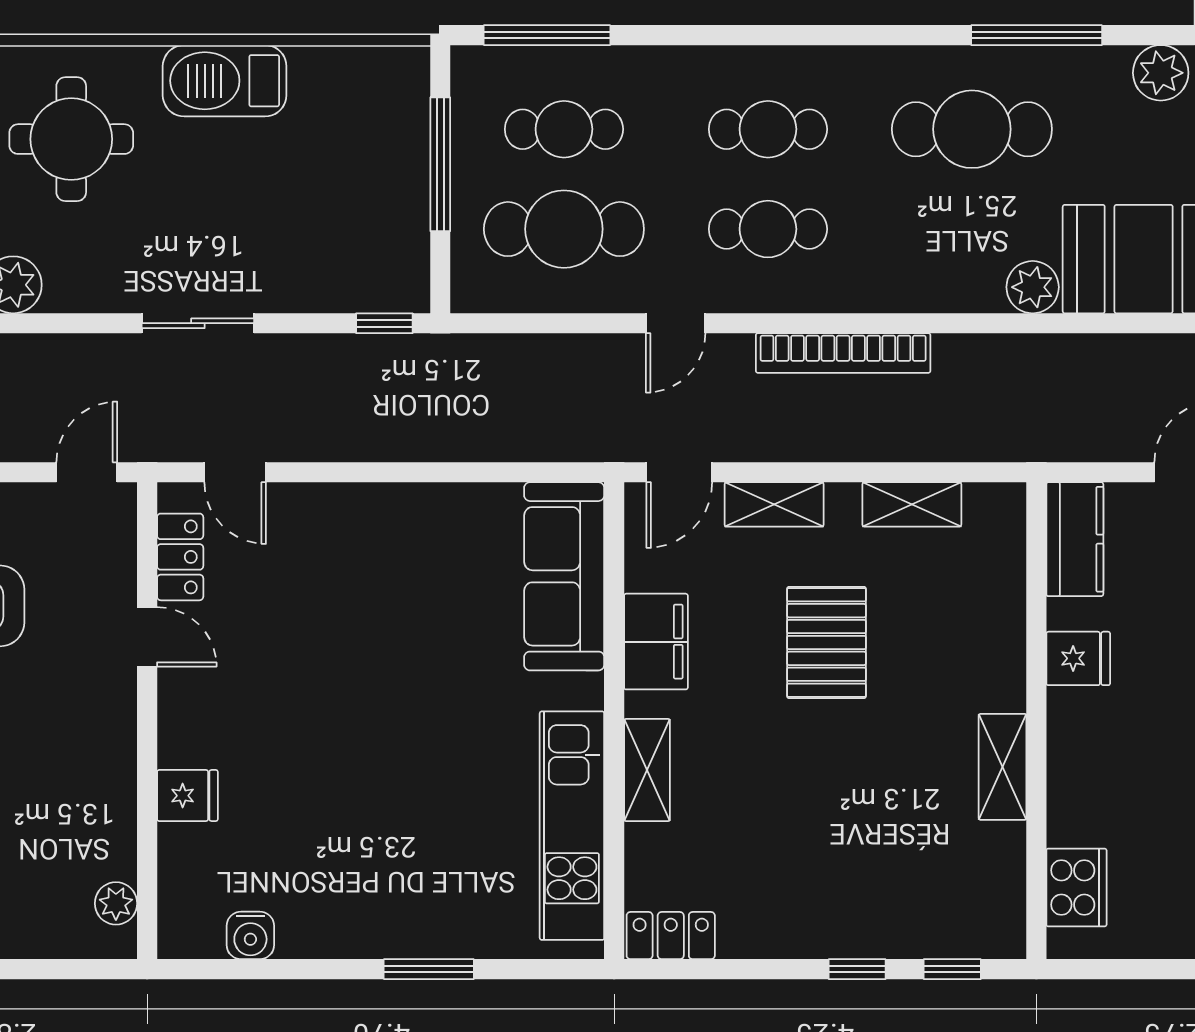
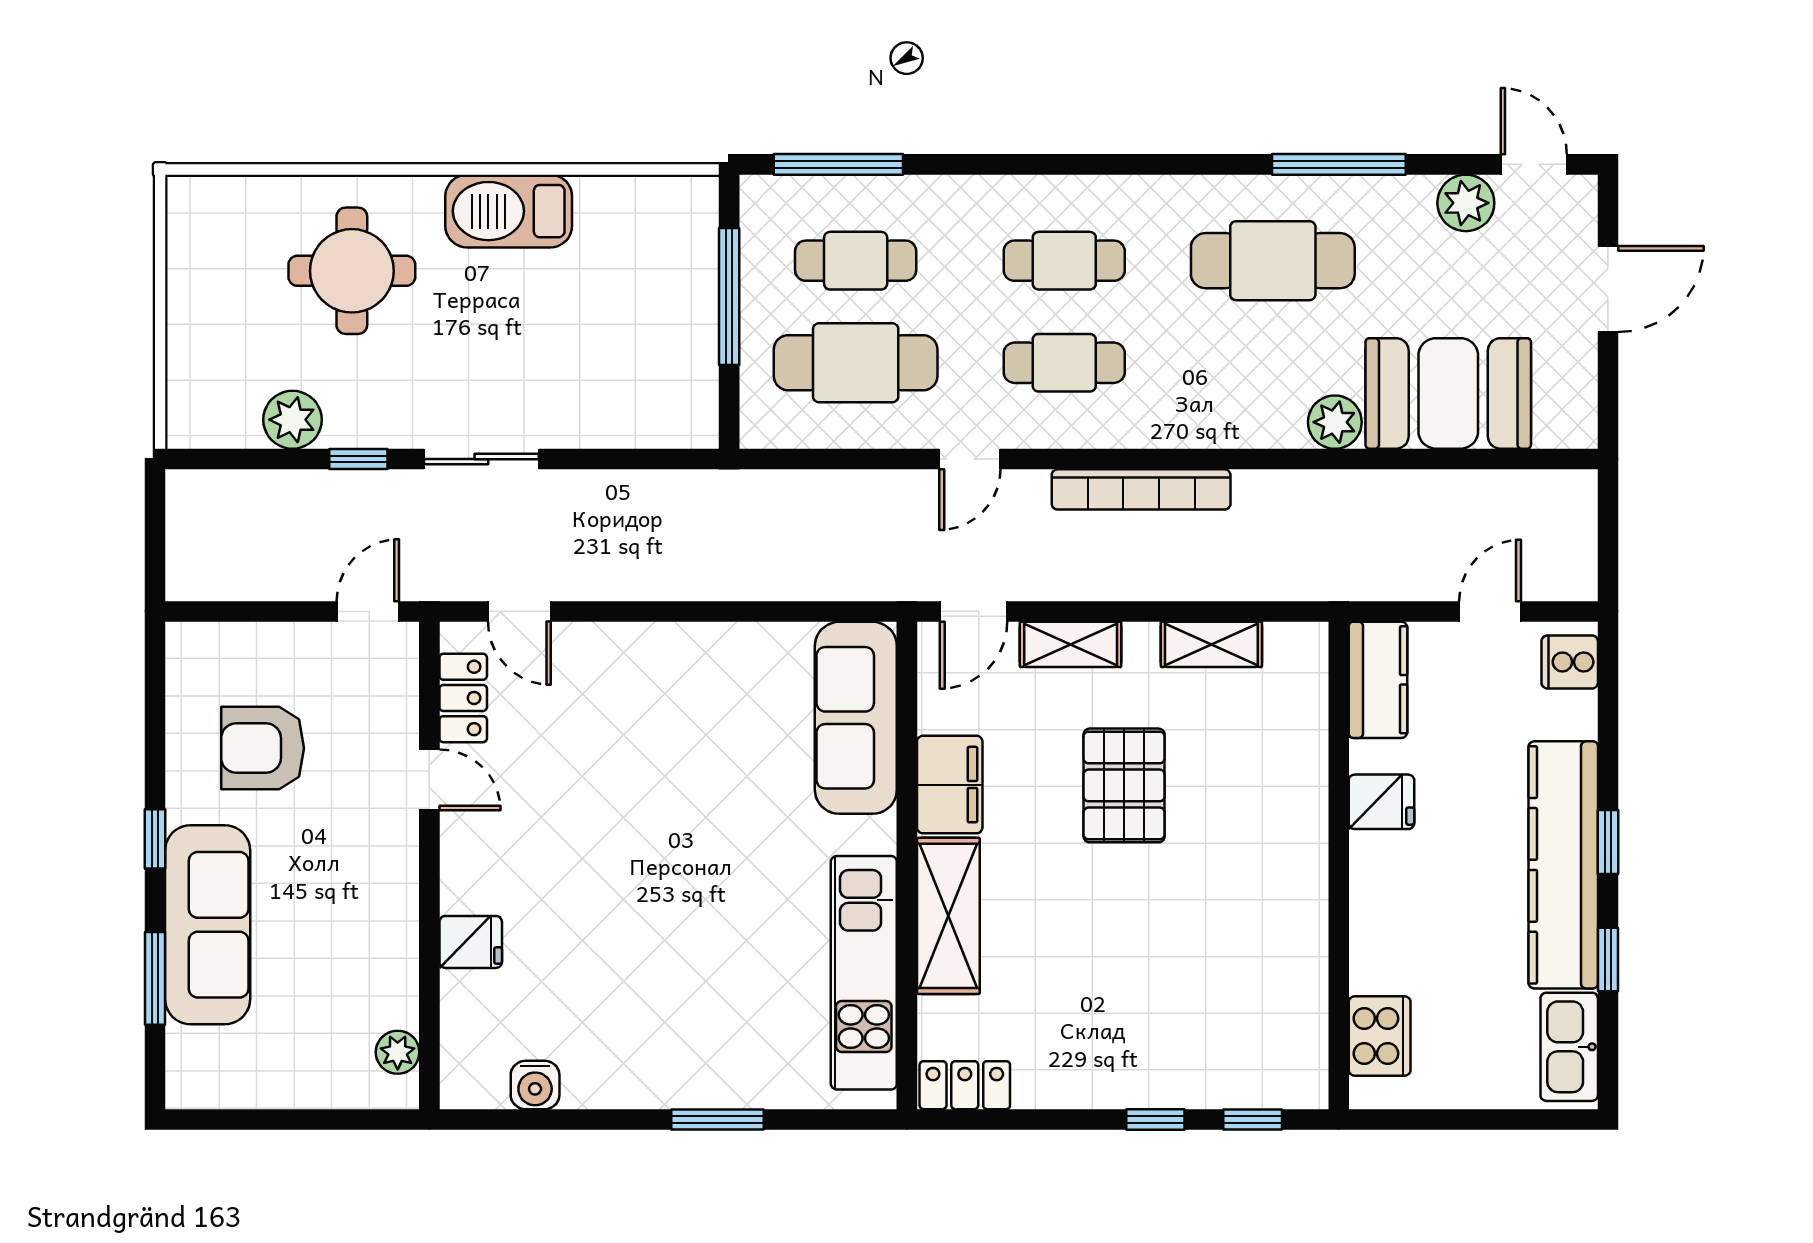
window: (384, 323) -> (358, 459), moved
shelving: (1003, 767) -> (1304, 913), removed
shelving: (647, 770) -> (948, 916), width x1.50, depth x1.33

